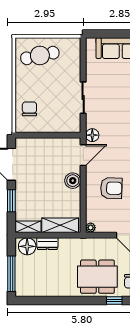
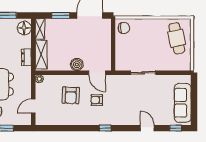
chair: (29, 109) -> (124, 28), moved
floor lamp: (92, 135) -> (113, 80), removed
armchair: (117, 156) -> (97, 100), added
dresser: (47, 244) -> (26, 57), moved

